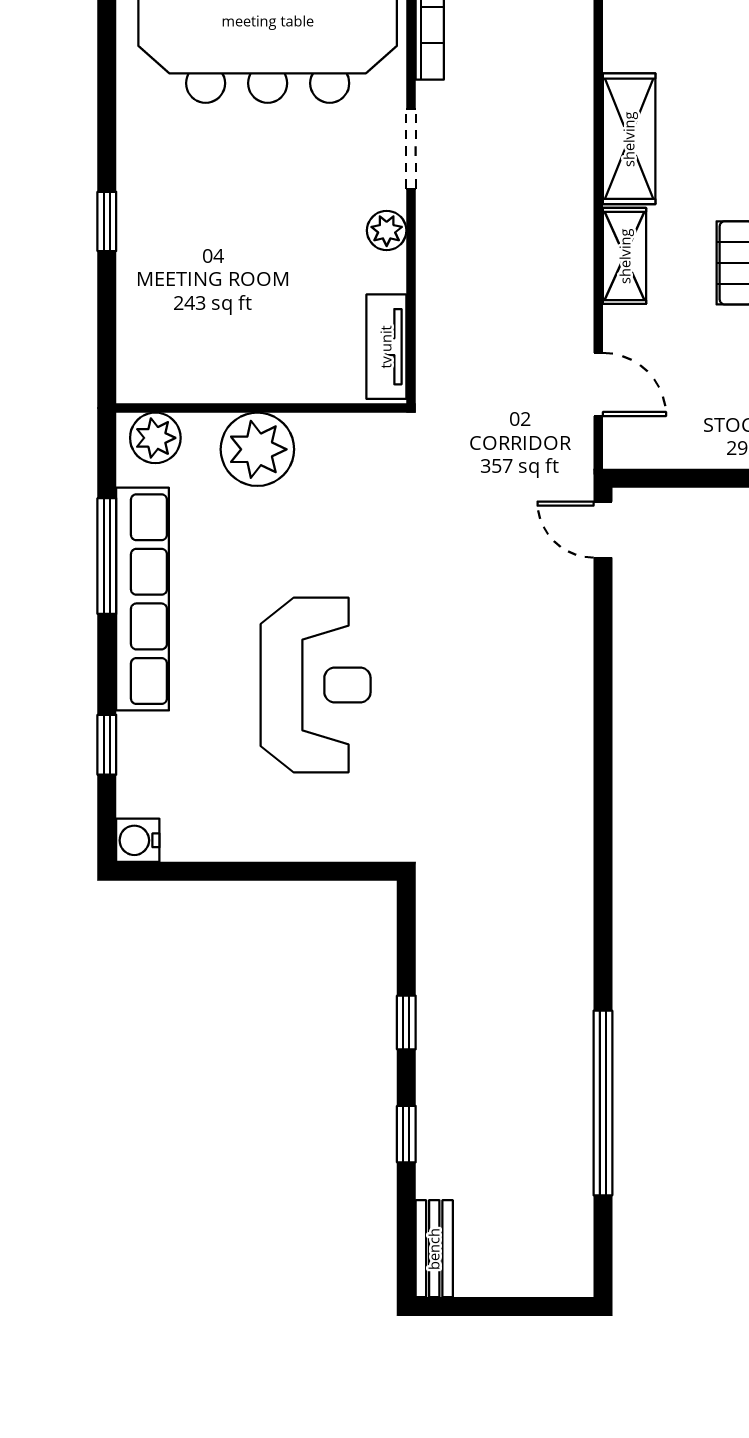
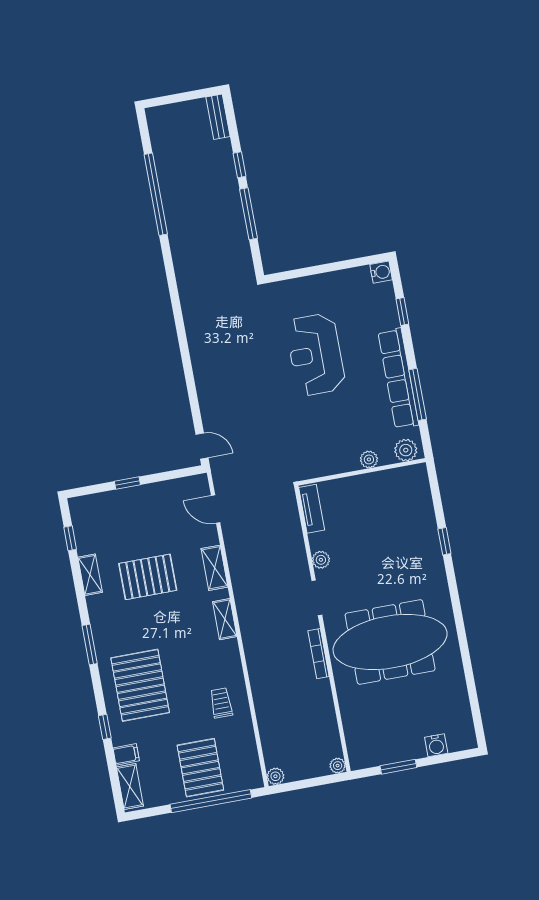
shelving: (629, 139) -> (225, 619), width x0.67, depth x0.75
plant: (257, 449) -> (369, 459), width x0.53, depth x0.53
window: (406, 1023) -> (248, 214), width x2.17

